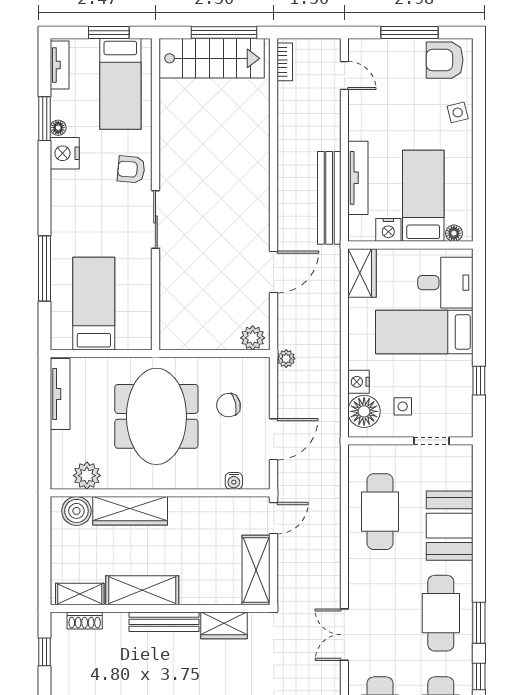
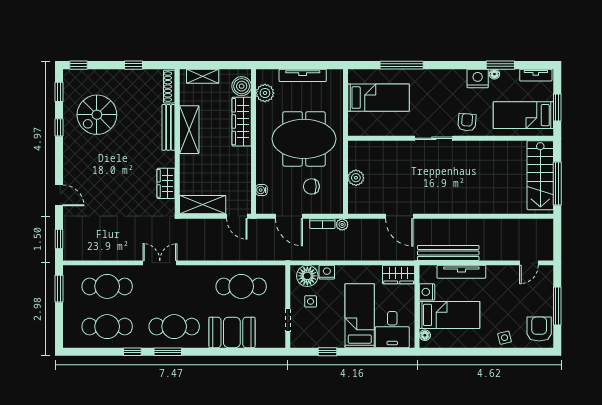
bookcase: (285, 62) -> (322, 224), moved
plant: (253, 338) -> (356, 178), moved
tv unit: (60, 394) -> (303, 75), moved
chair: (228, 405) -> (311, 186), turned -78
shelving: (80, 594) -> (203, 76), moved, turned 90
shoe rack: (85, 621) -> (169, 87), width x1.43
bench: (164, 622) -> (168, 127), moved
window: (45, 652) -> (134, 65), moved

